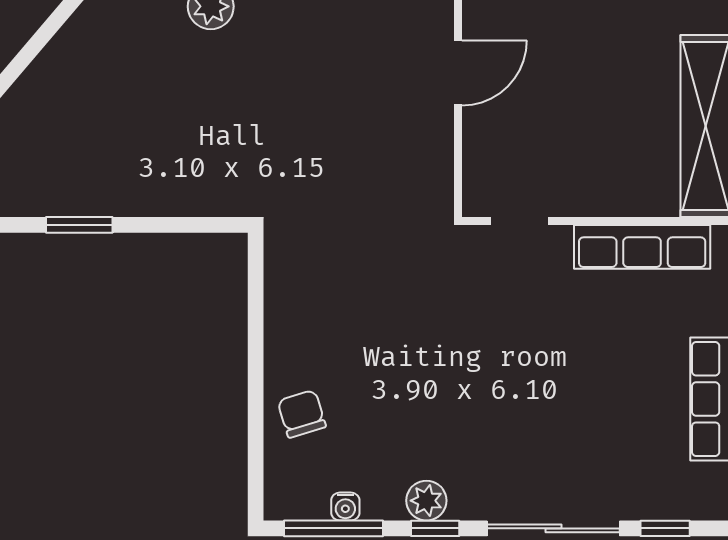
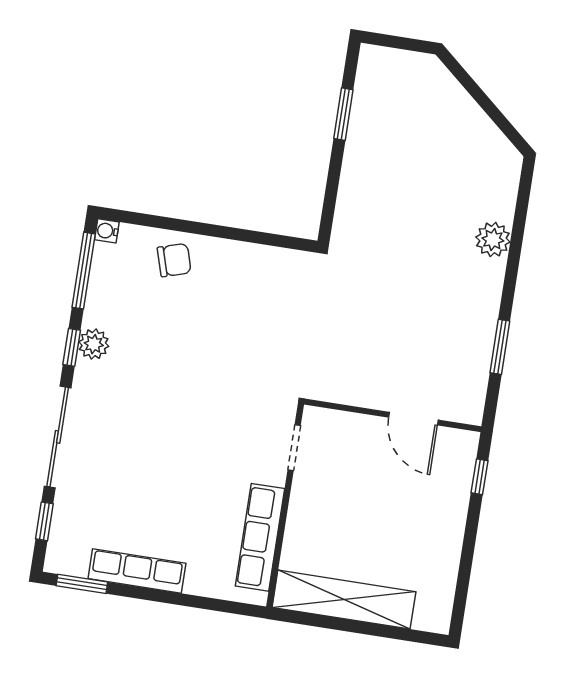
water cooler: (345, 506) -> (107, 231), moved

